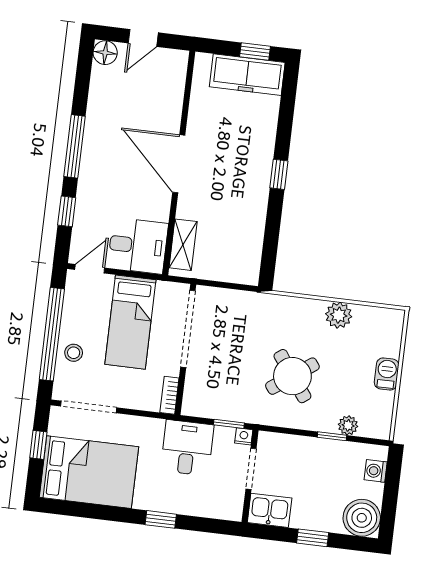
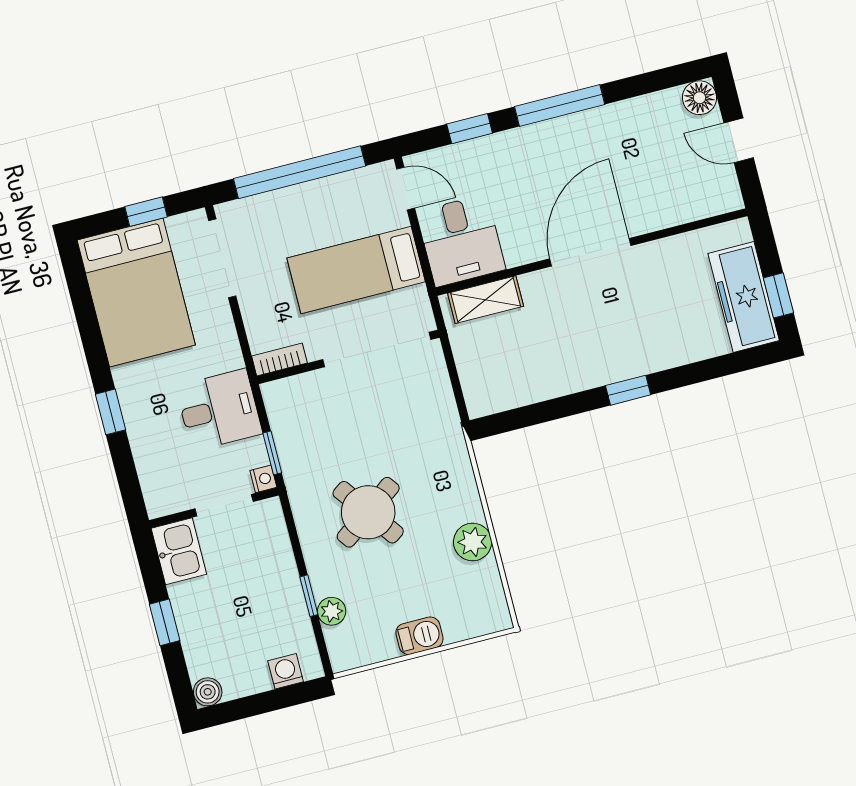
stool: (74, 353) -> (286, 211), removed
boiler: (362, 518) -> (208, 692), width x0.54, depth x0.54

